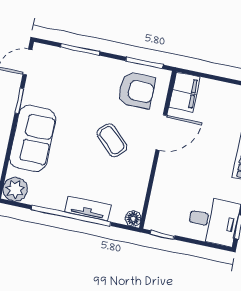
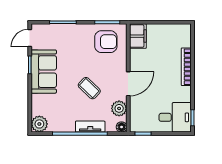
door: (161, 133) -> (128, 84), moved
sofa: (33, 138) -> (44, 72), moved
coffee table: (112, 140) -> (89, 88), moved
plant: (135, 191) -> (119, 108), added

